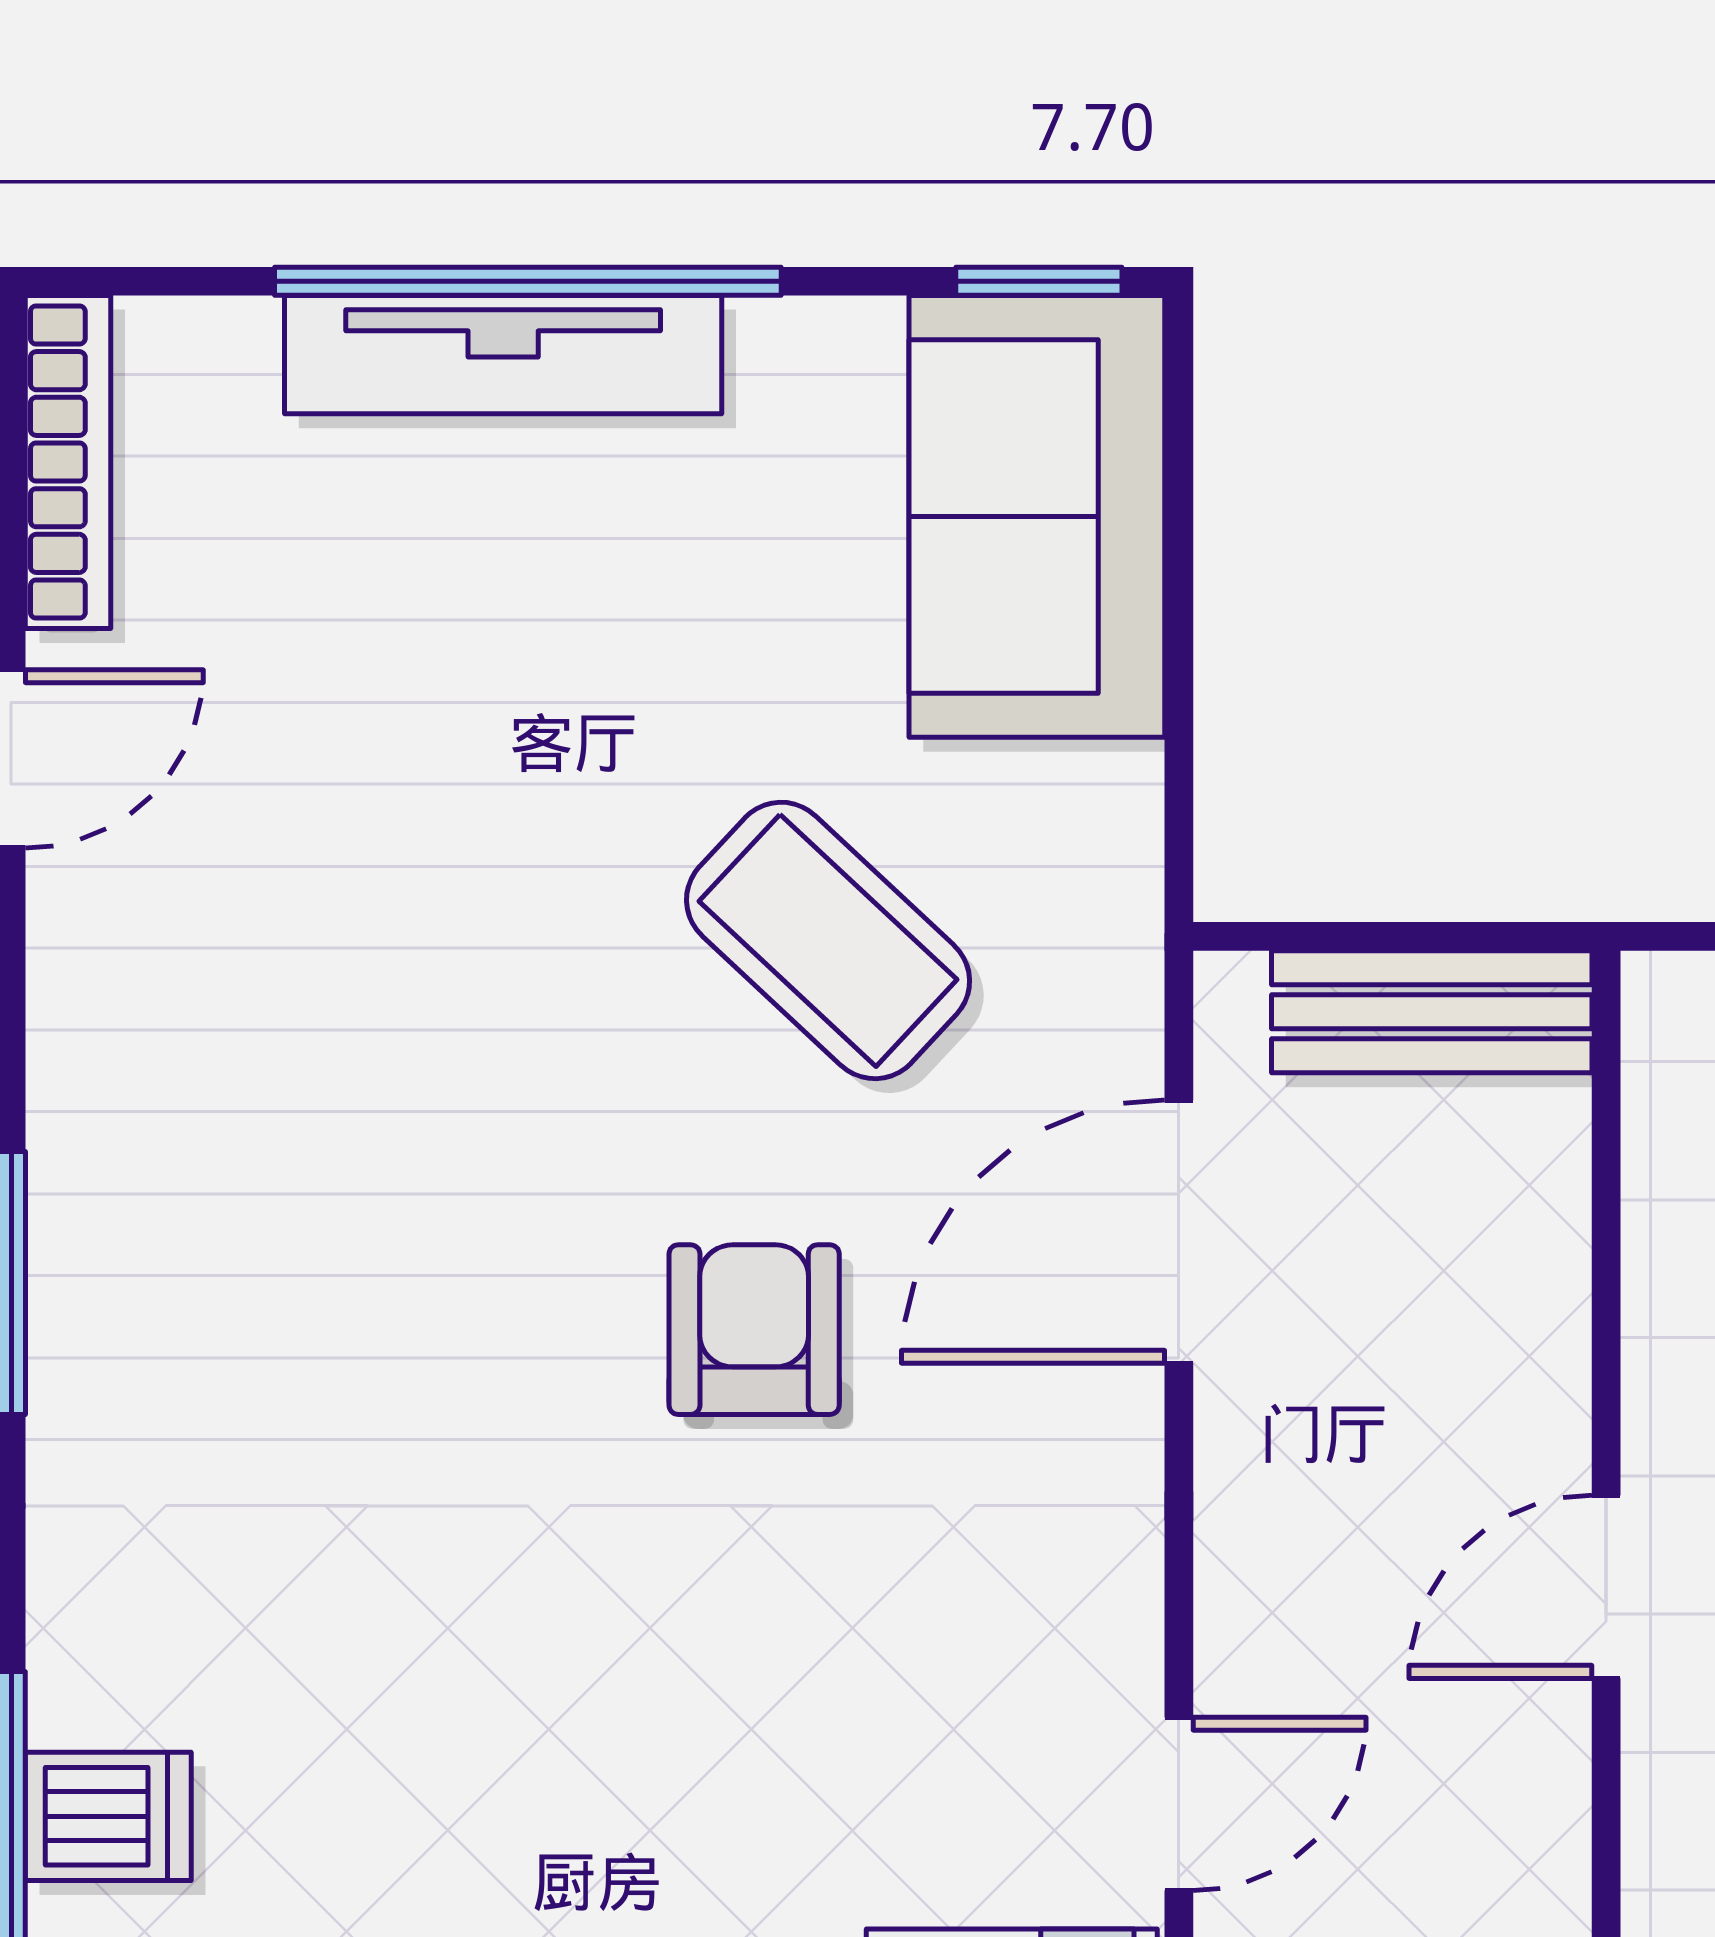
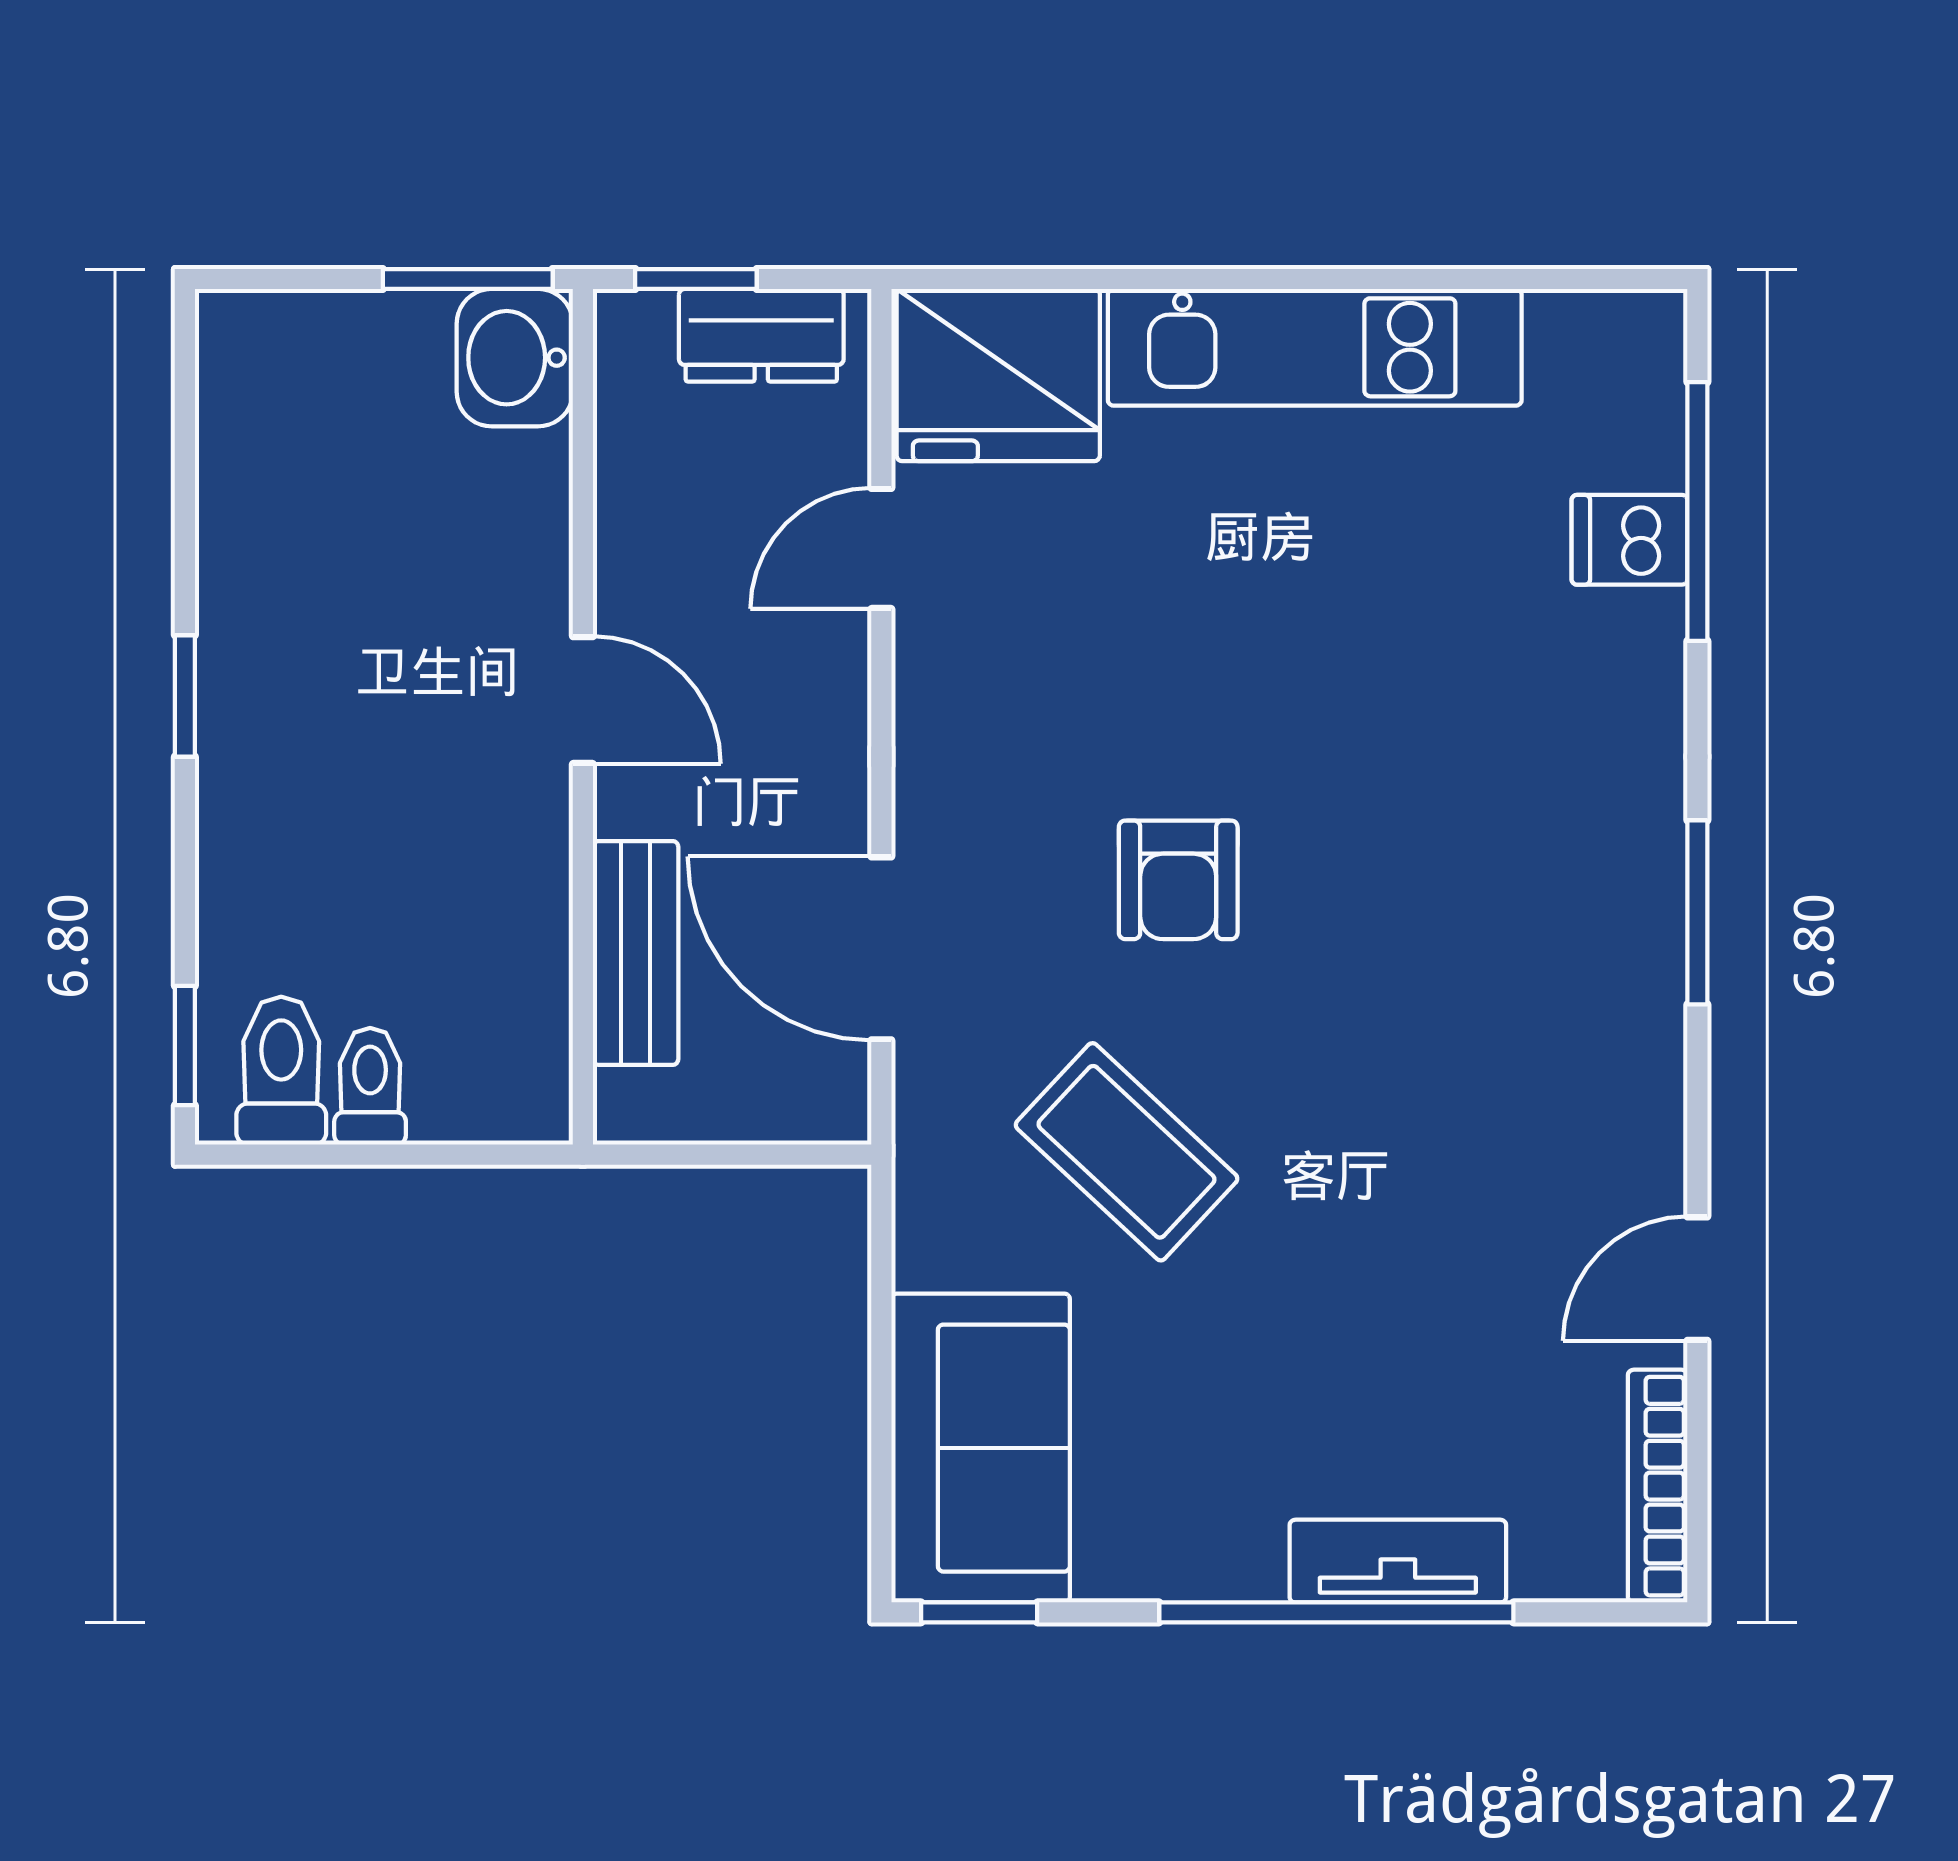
tv unit: (503, 355) -> (1398, 1561), width x0.71
bench: (1432, 1012) -> (636, 953), moved, turned 90
door: (1179, 1232) -> (881, 948), swing flipped
door: (1606, 1587) -> (583, 700), hinge flipped

